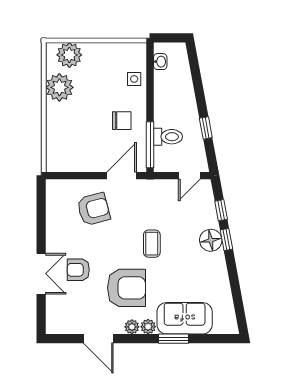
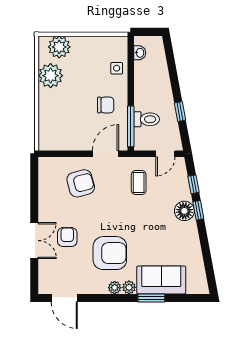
coffee table: (152, 244) -> (139, 183), moved
armchair: (78, 270) -> (67, 237), turned 90
door: (98, 339) -> (64, 298), moved

